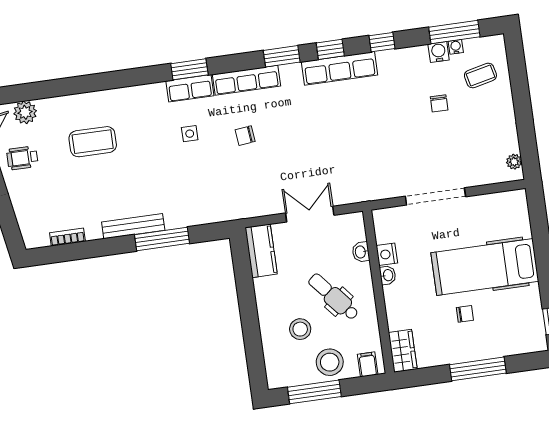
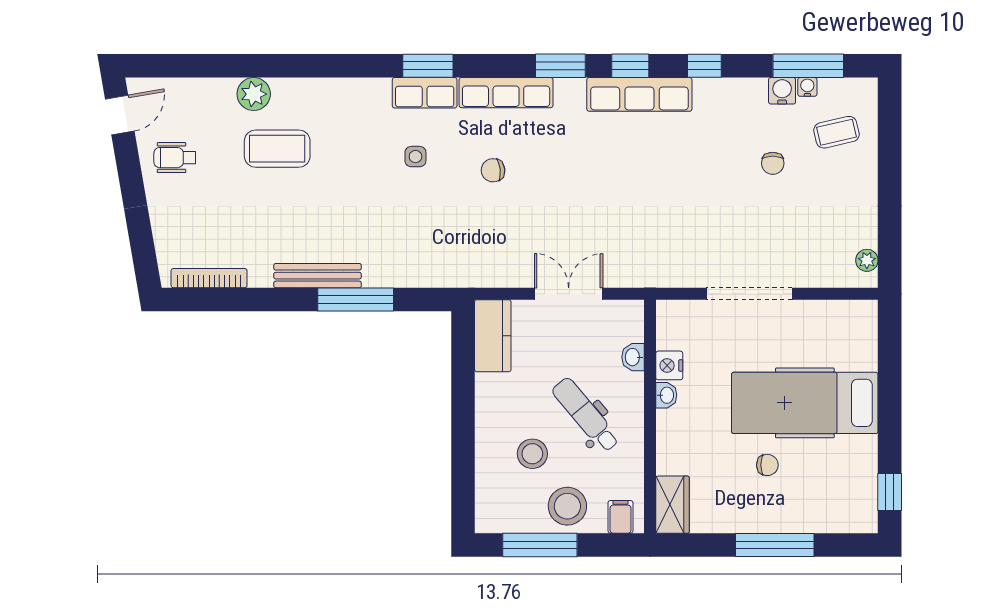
plant: (25, 112) -> (254, 94), moved
bookcase: (67, 237) -> (209, 278), width x1.56

